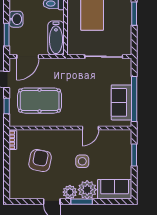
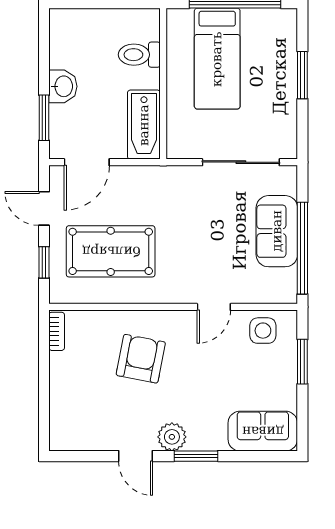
sofa: (122, 102) -> (277, 231), moved
armchair: (40, 160) -> (141, 359), moved
side table: (82, 161) -> (263, 331), moved
plant: (87, 190) -> (207, 432), removed

